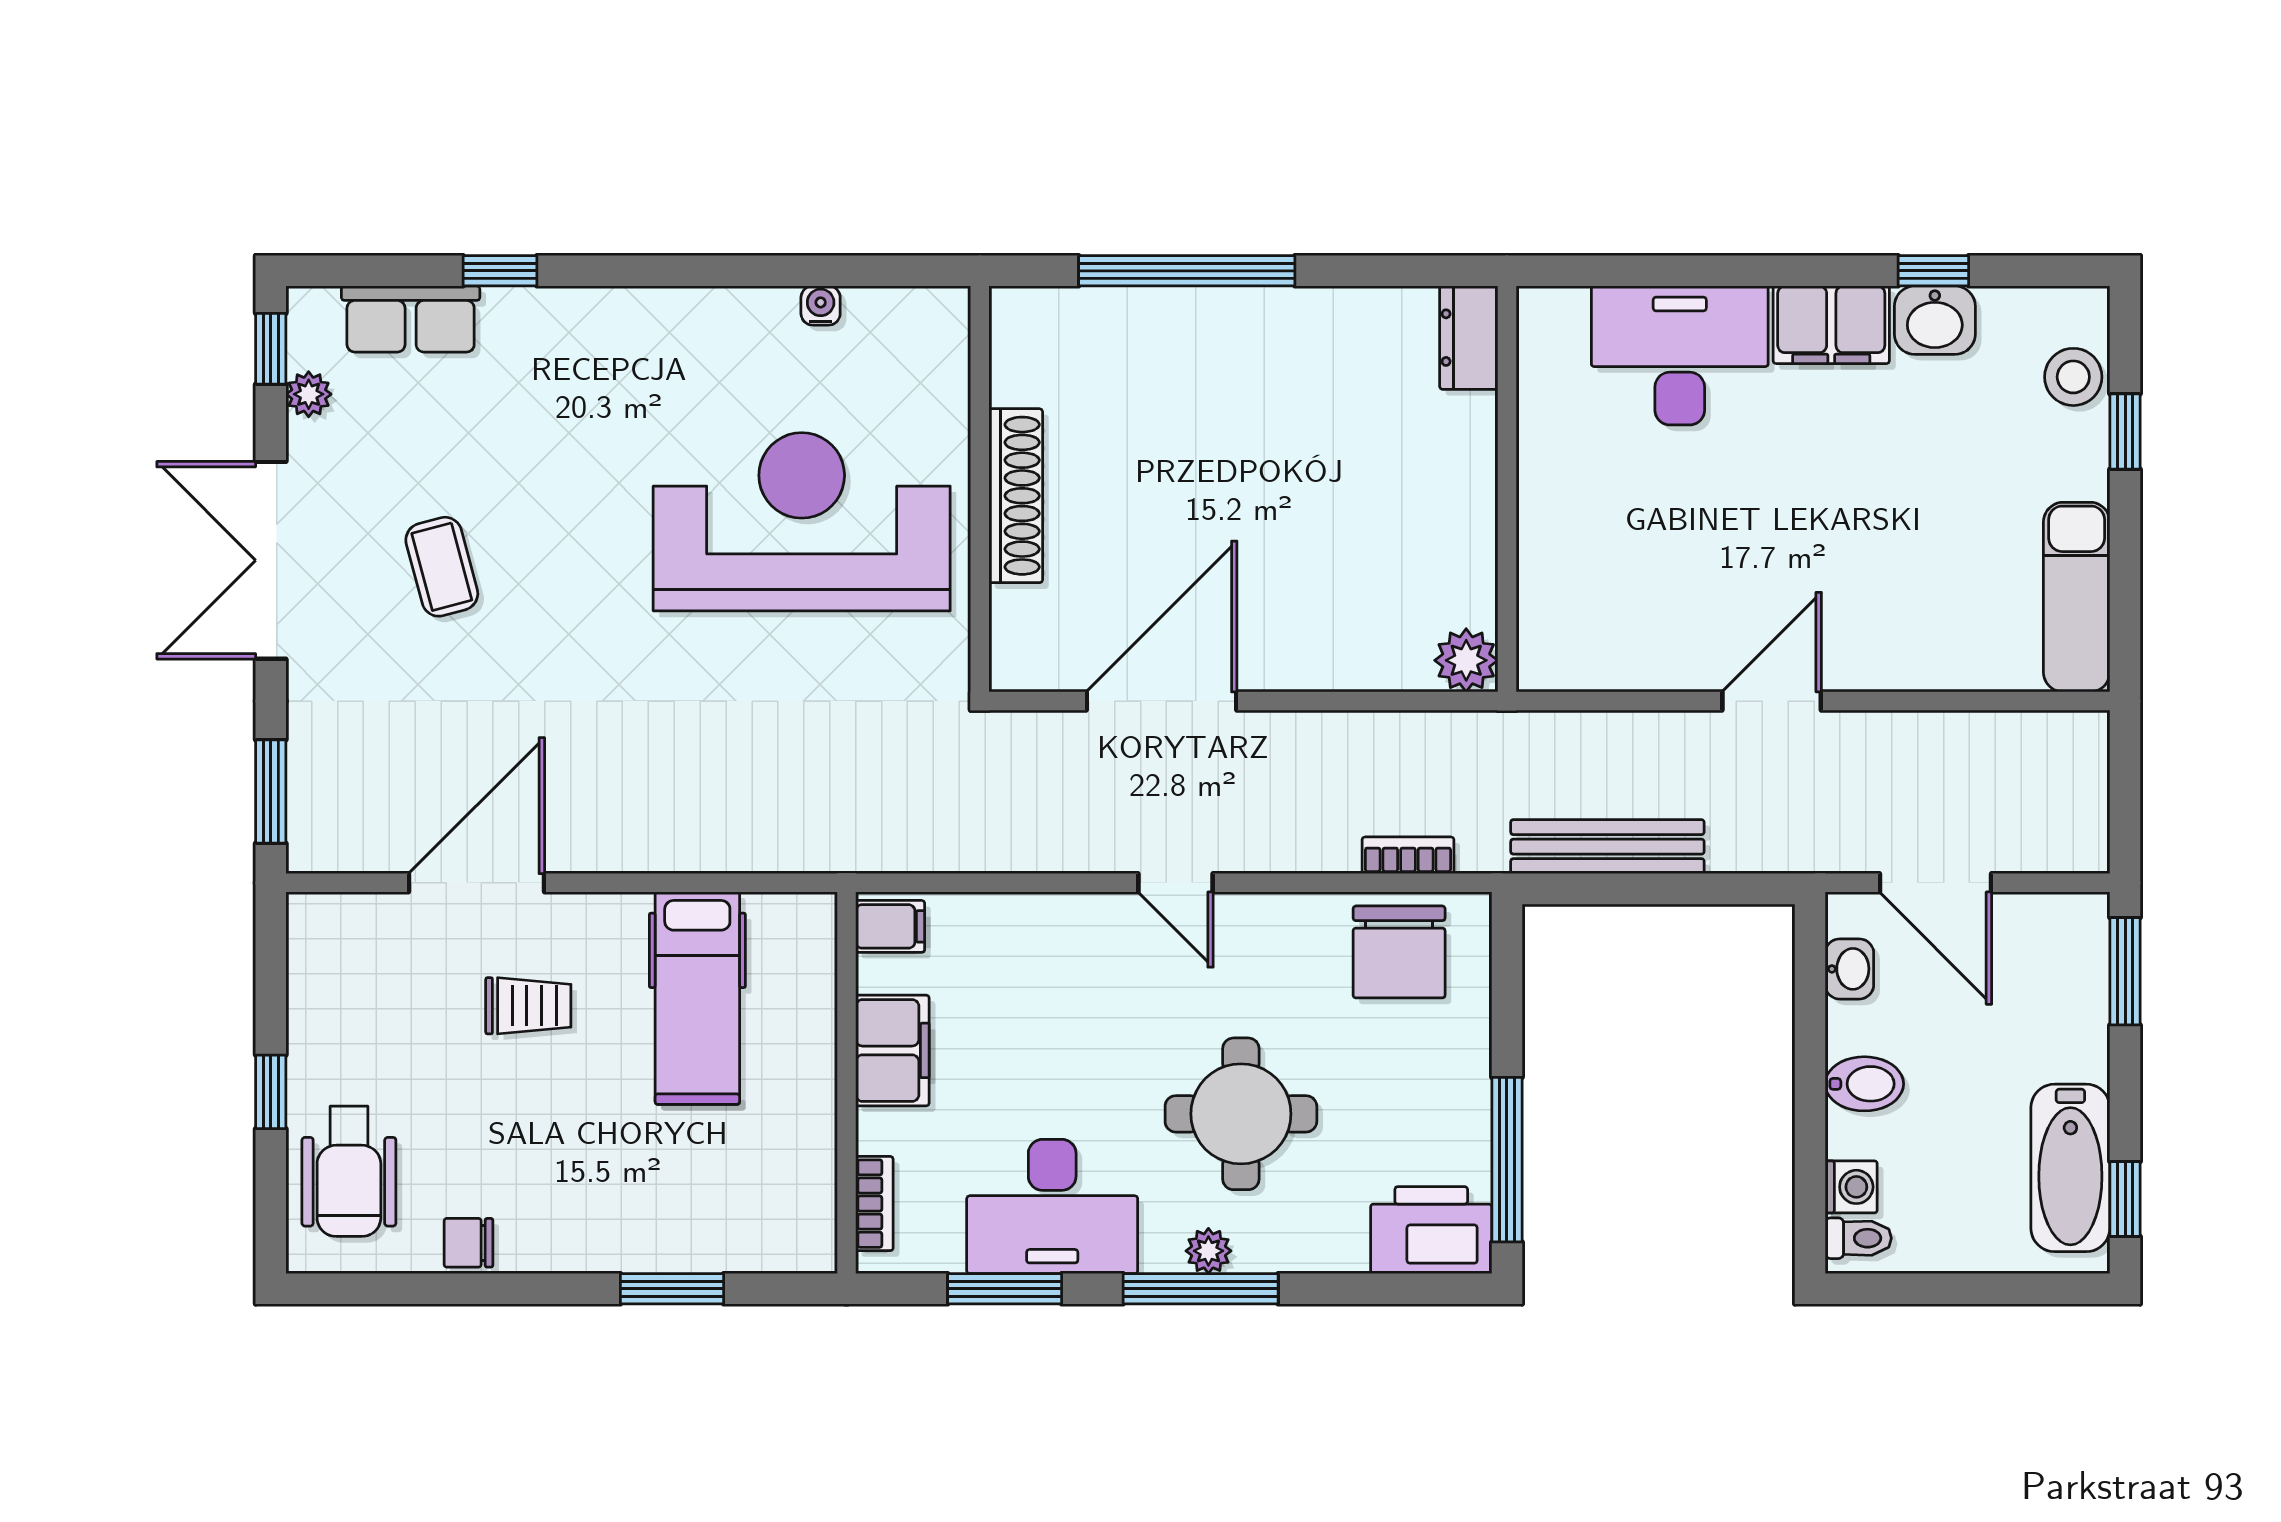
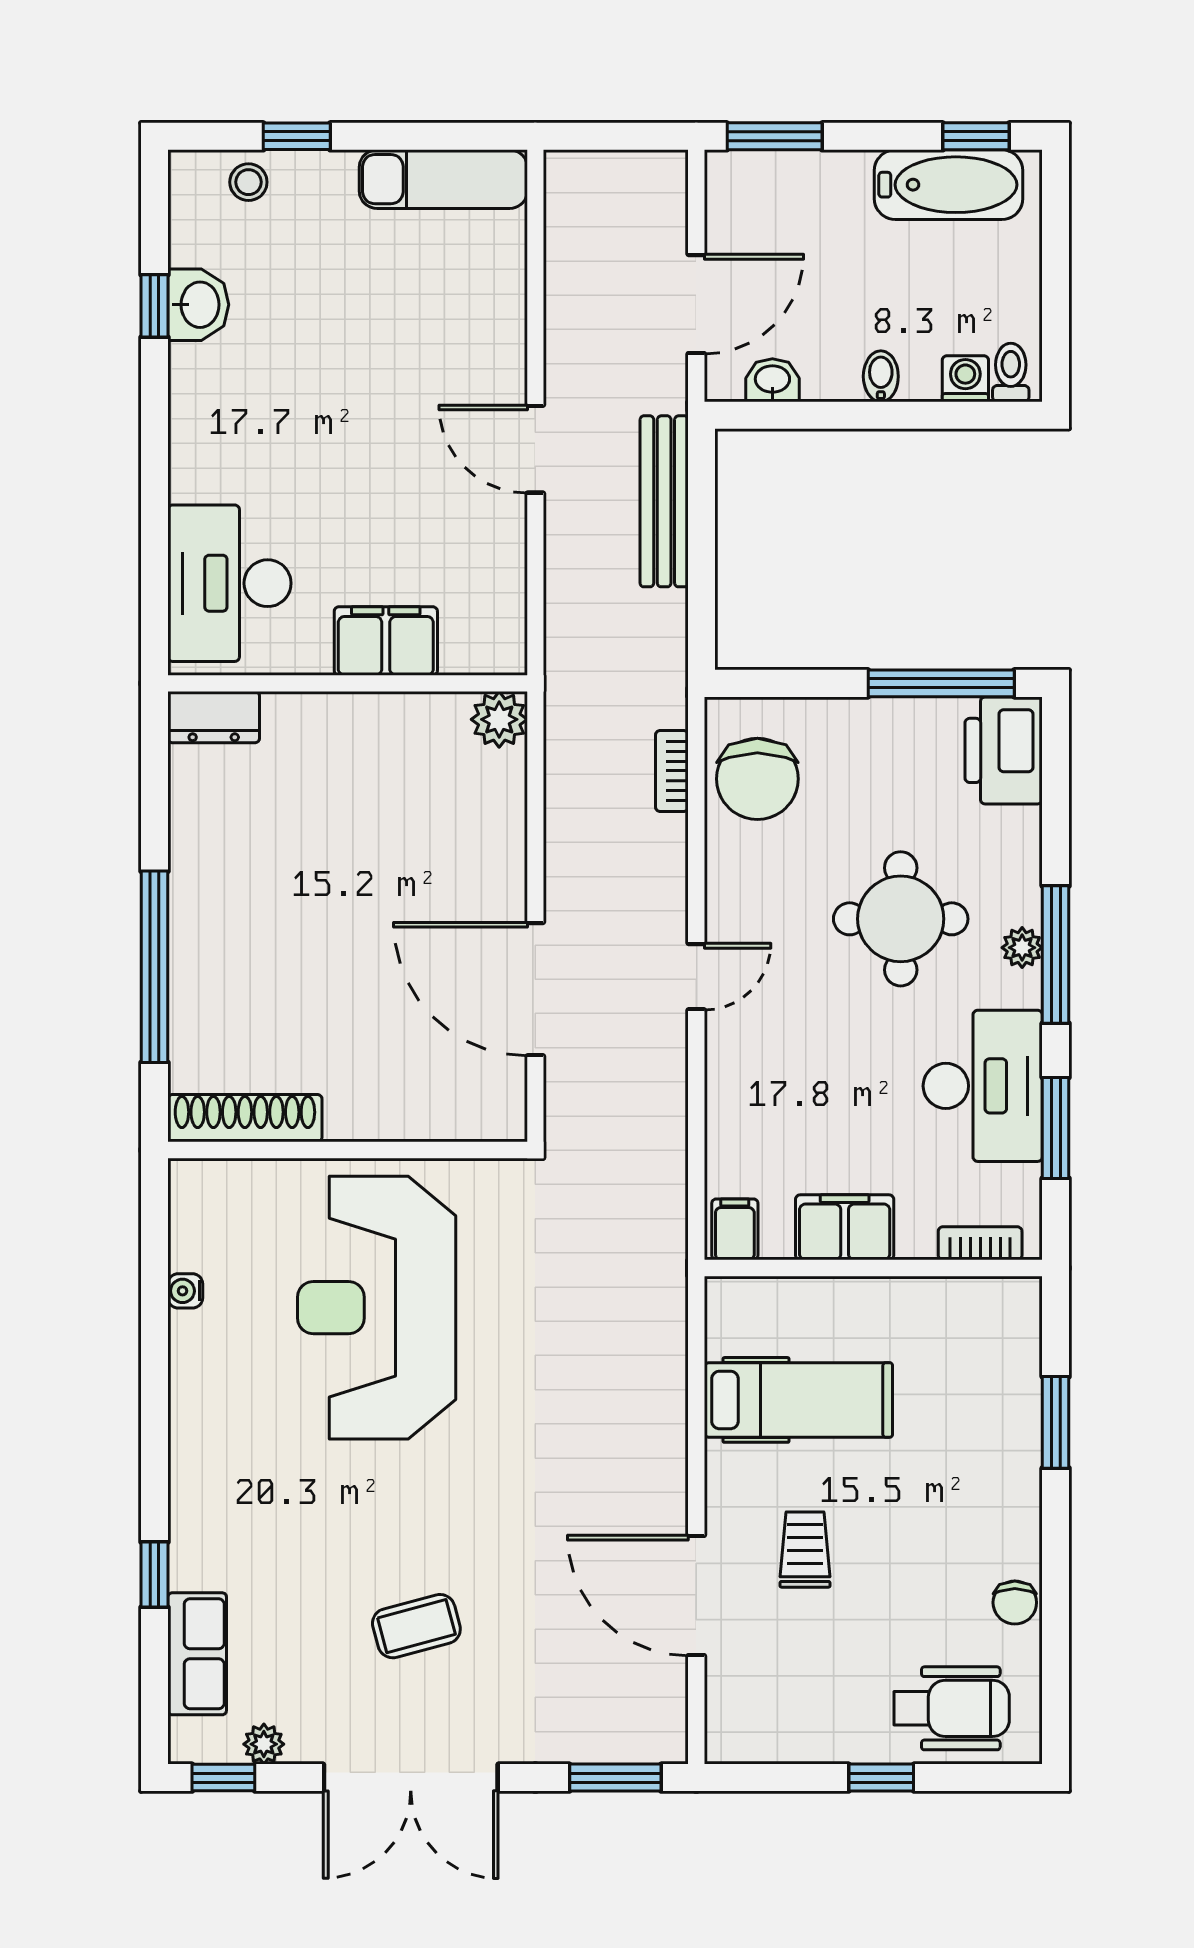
filing cabinet: (1831, 325) -> (386, 641), moved, turned -90
desk: (1680, 355) -> (229, 583), moved
stool: (2073, 377) -> (248, 182), width x0.73, depth x0.73
shoe rack: (1016, 496) -> (245, 1118), moved
bench: (1607, 847) -> (664, 501), moved
chair: (1399, 952) -> (757, 779), turned 90
bidet: (1864, 1084) -> (881, 376), width x0.72, depth x0.74

